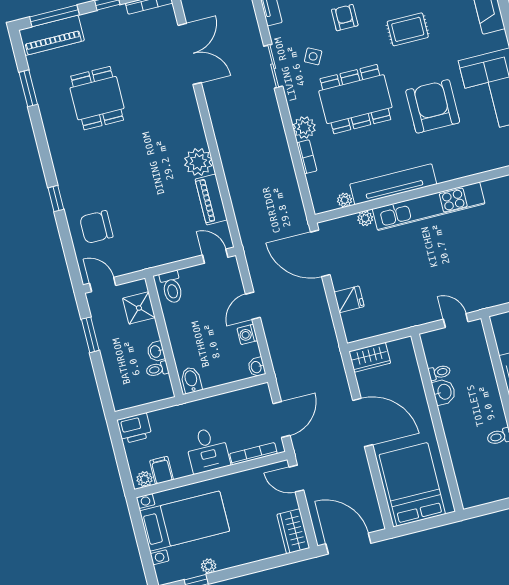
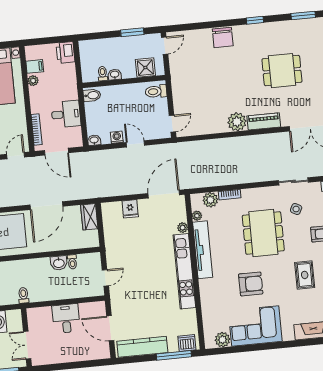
dining table: (97, 98) -> (282, 71), moved
armchair: (433, 106) -> (251, 284), width x0.73, depth x0.73
plant: (304, 127) -> (210, 200), moved
window: (56, 199) -> (255, 20), moved
piano: (211, 199) -> (264, 121), moved
chair: (96, 227) -> (223, 37), moved, turned 180
desk: (207, 450) -> (66, 114), moved, turned 180
plant: (145, 479) -> (33, 81), moved

